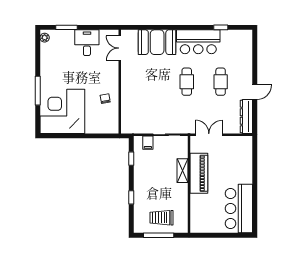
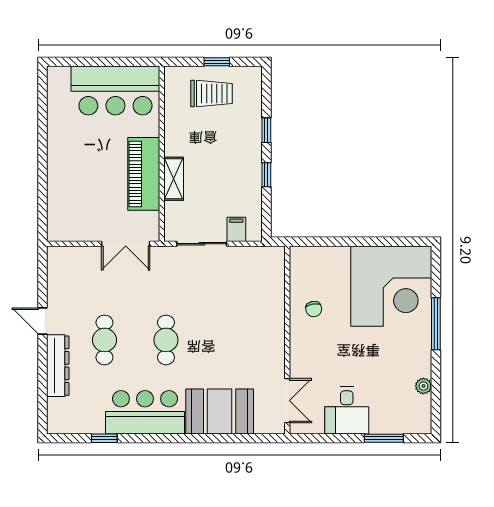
plant: (45, 38) -> (423, 386), moved
door: (255, 92) -> (43, 321), hinge flipped
dresser: (246, 116) -> (58, 366), moved
window: (131, 159) -> (266, 175), moved
bar counter: (239, 208) -> (115, 90), moved, turned 90
window: (159, 235) -> (217, 62), width x0.46

